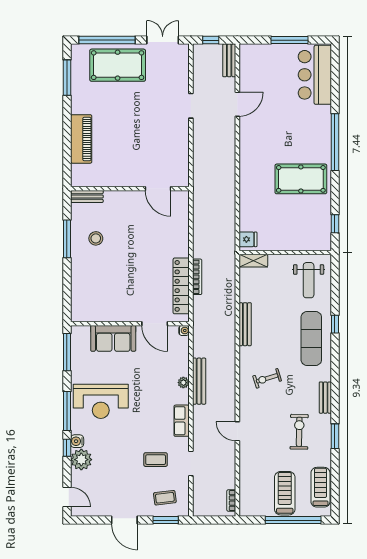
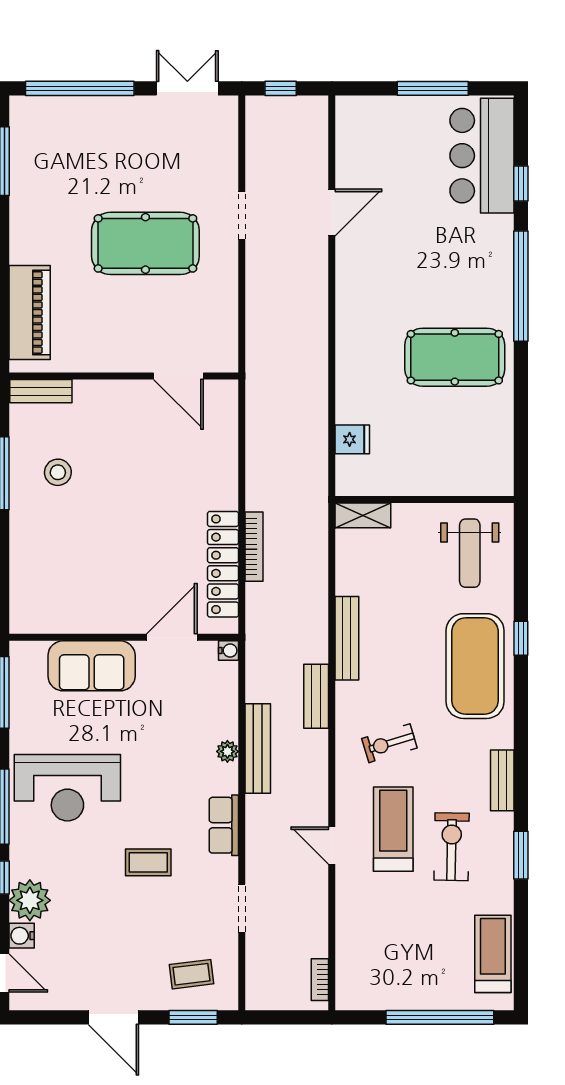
bench: (229, 60) -> (316, 696), moved
pool table: (118, 65) -> (145, 243), moved
piano: (81, 139) -> (30, 312), moved
window: (335, 224) -> (521, 184), moved
fridge: (248, 239) -> (352, 439), moved
door: (155, 324) -> (172, 637), swing flipped
exercise mat: (311, 339) -> (475, 666), width x1.47
water cooler: (77, 441) -> (22, 936), moved
coffee table: (156, 460) -> (148, 862), moved
treadmill: (285, 493) -> (393, 829), moved

